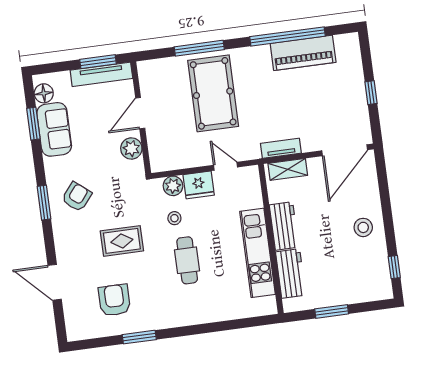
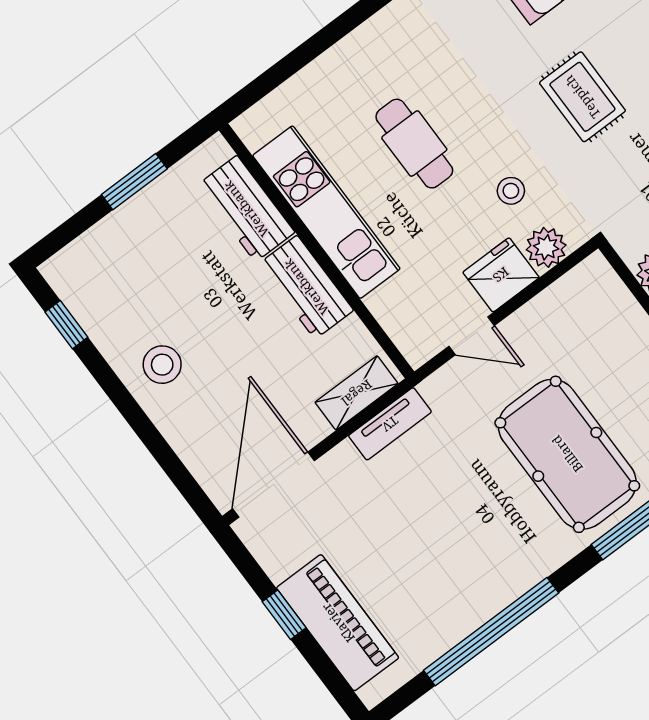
piano: (303, 53) -> (338, 623), moved, turned 90
rug: (122, 241) -> (582, 97), turned 90
cafe table: (187, 260) -> (414, 144), moved

